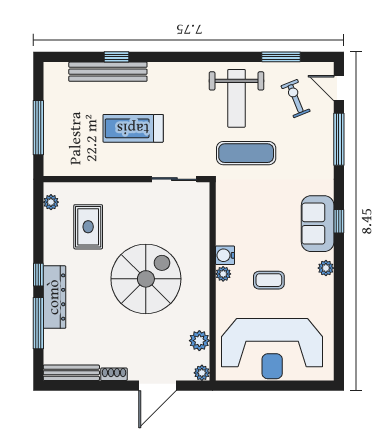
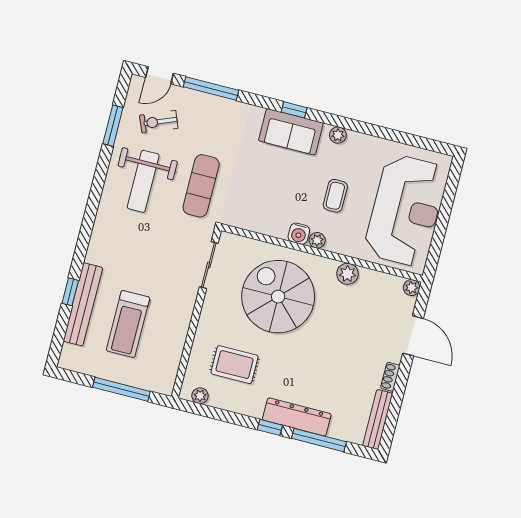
weight bench: (236, 98) -> (143, 181), turned 90
treadmill: (133, 128) -> (128, 324), moved
spiral stairs: (146, 279) -> (278, 297), moved
plant: (199, 341) -> (347, 274), moved

